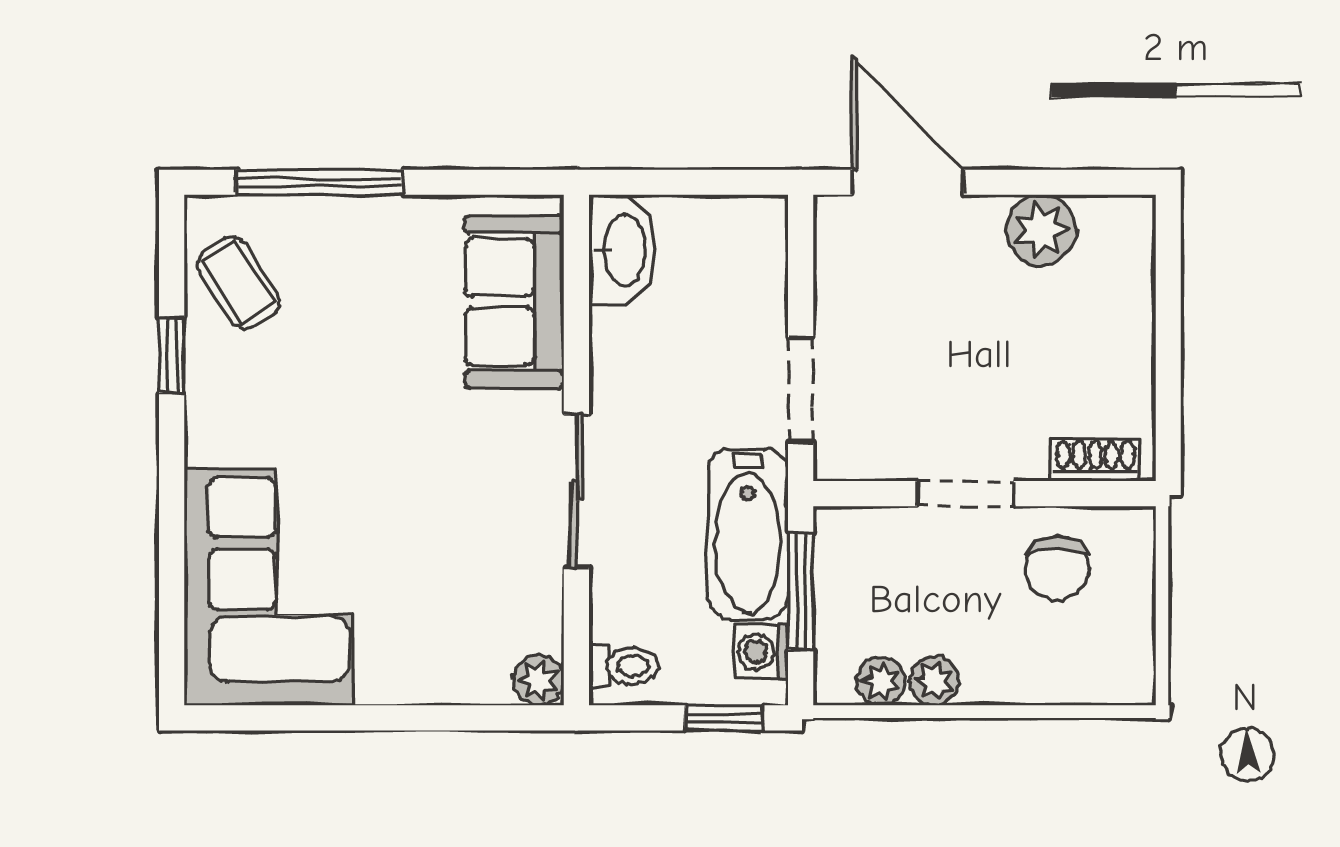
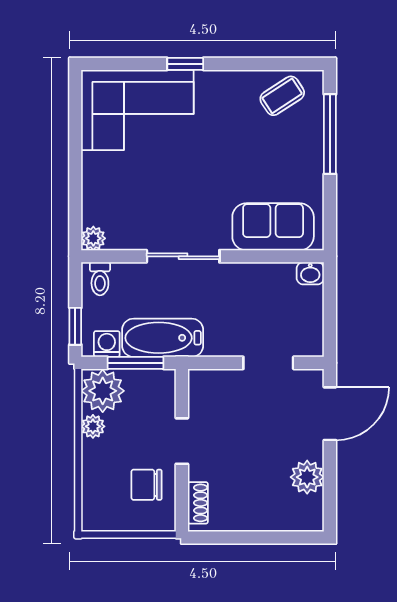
washbasin: (623, 250) -> (310, 273), width x0.52, depth x0.69
window: (172, 355) -> (185, 64), moved
doorway: (801, 390) -> (268, 363), moved
plant: (881, 681) -> (103, 391), width x1.87, depth x1.87

